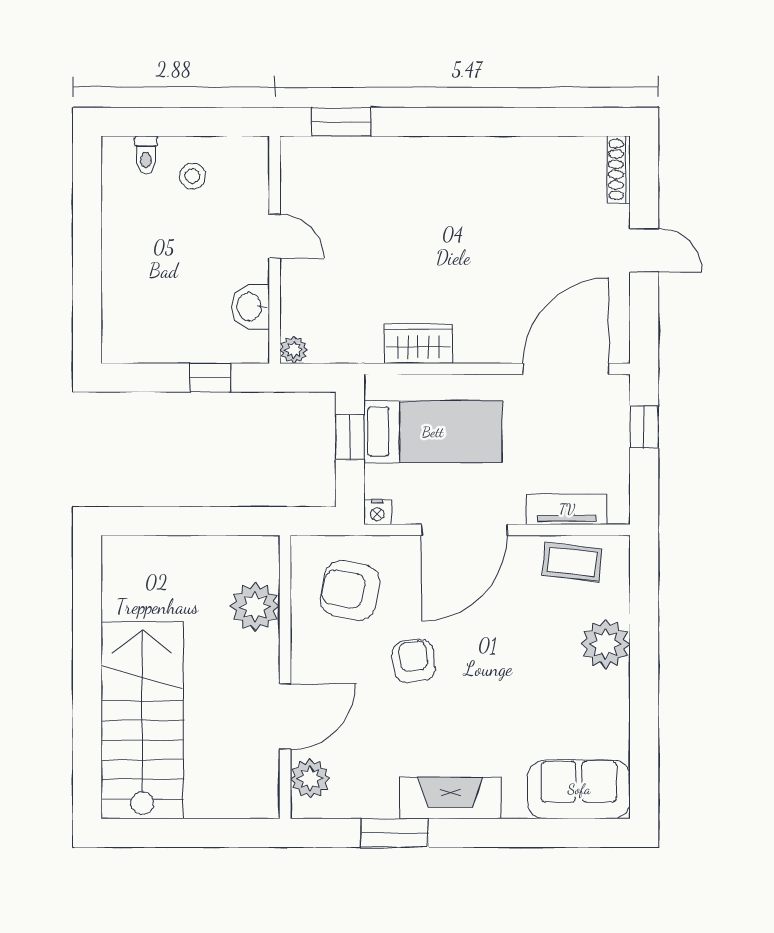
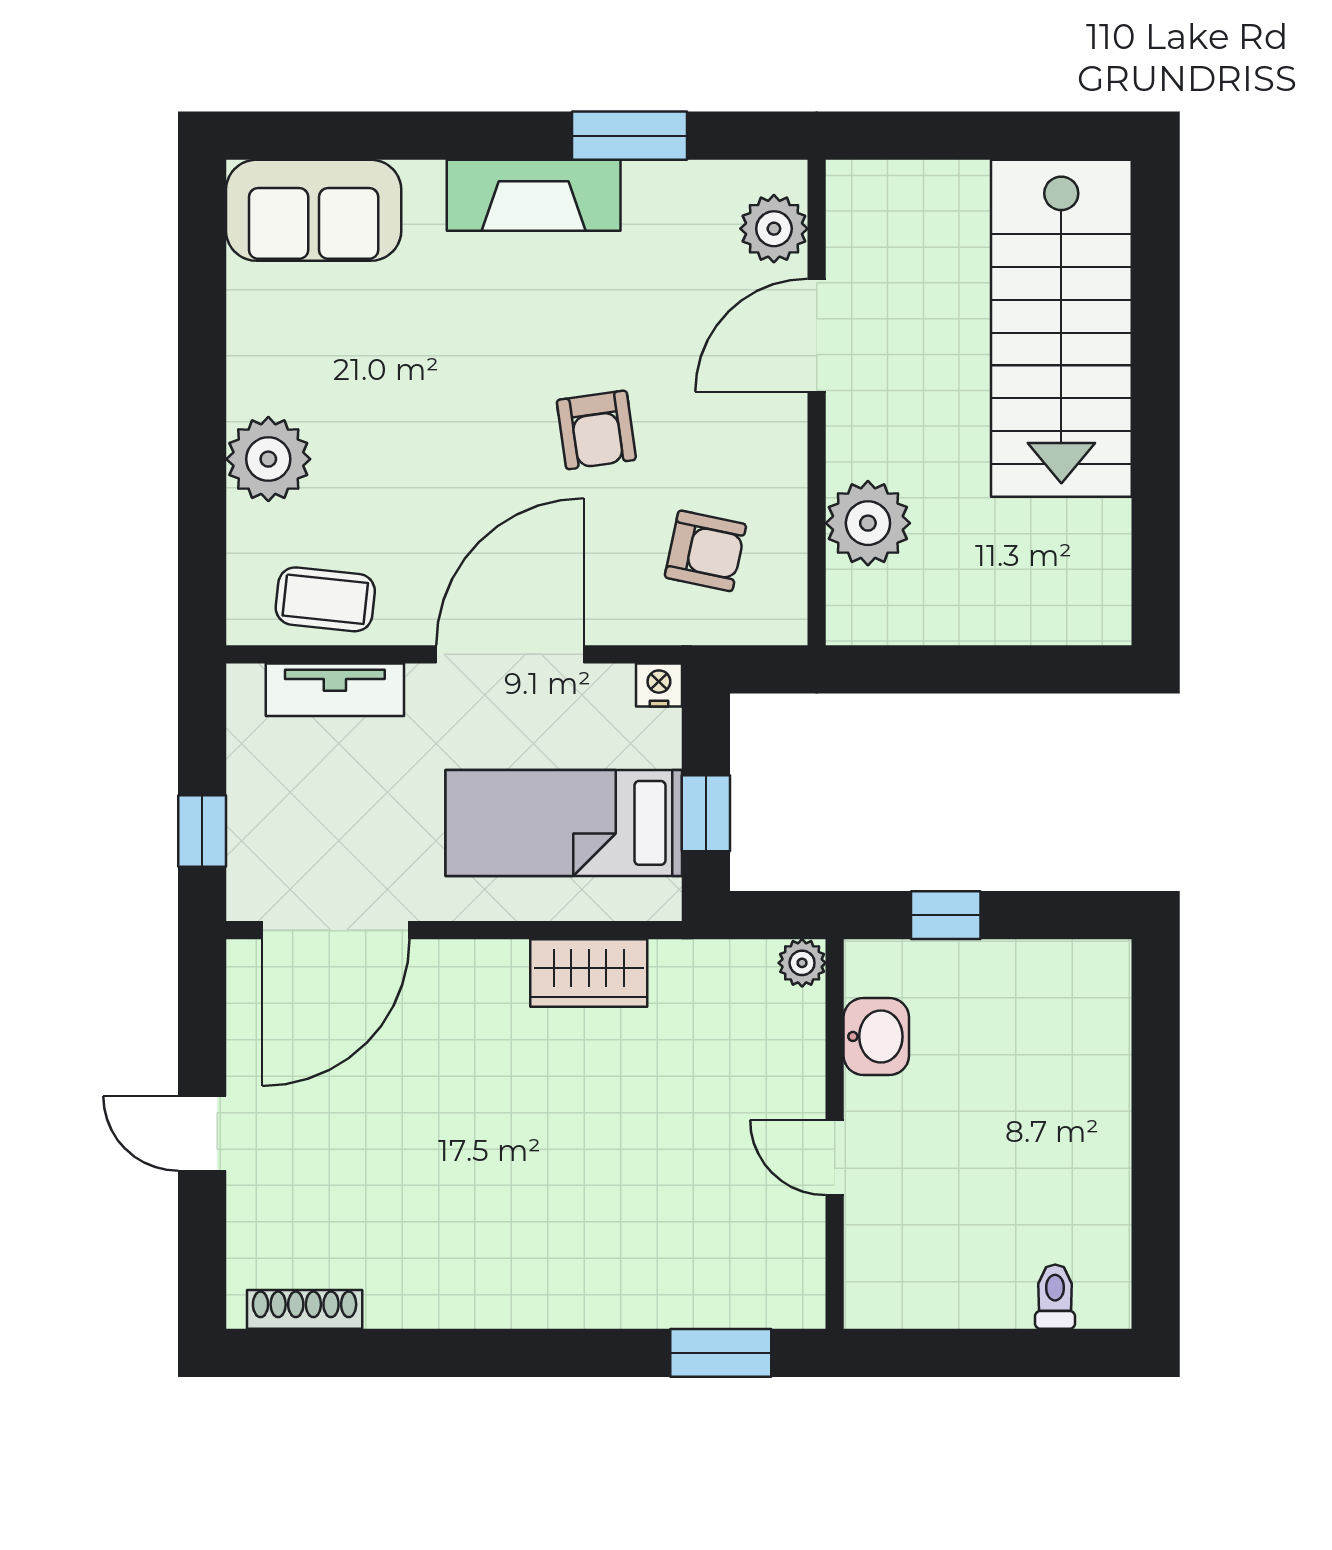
shoe rack: (619, 170) -> (305, 1309), moved, turned -90
stool: (192, 176) -> (975, 1260), removed
armchair: (350, 590) -> (705, 551), width x0.72, depth x0.72

